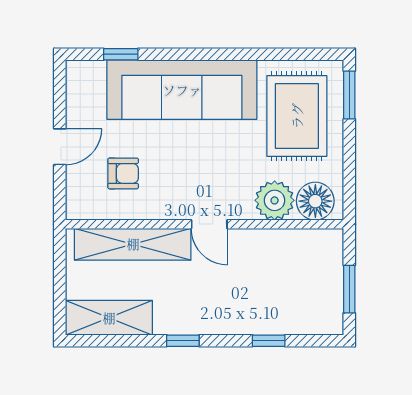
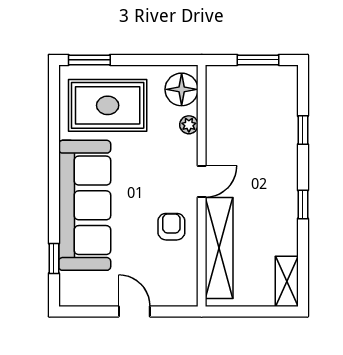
armchair: (123, 173) -> (171, 227), moved
plant: (275, 200) -> (189, 125), width x0.53, depth x0.53
shelving: (109, 318) -> (287, 281), width x0.67, depth x0.75

